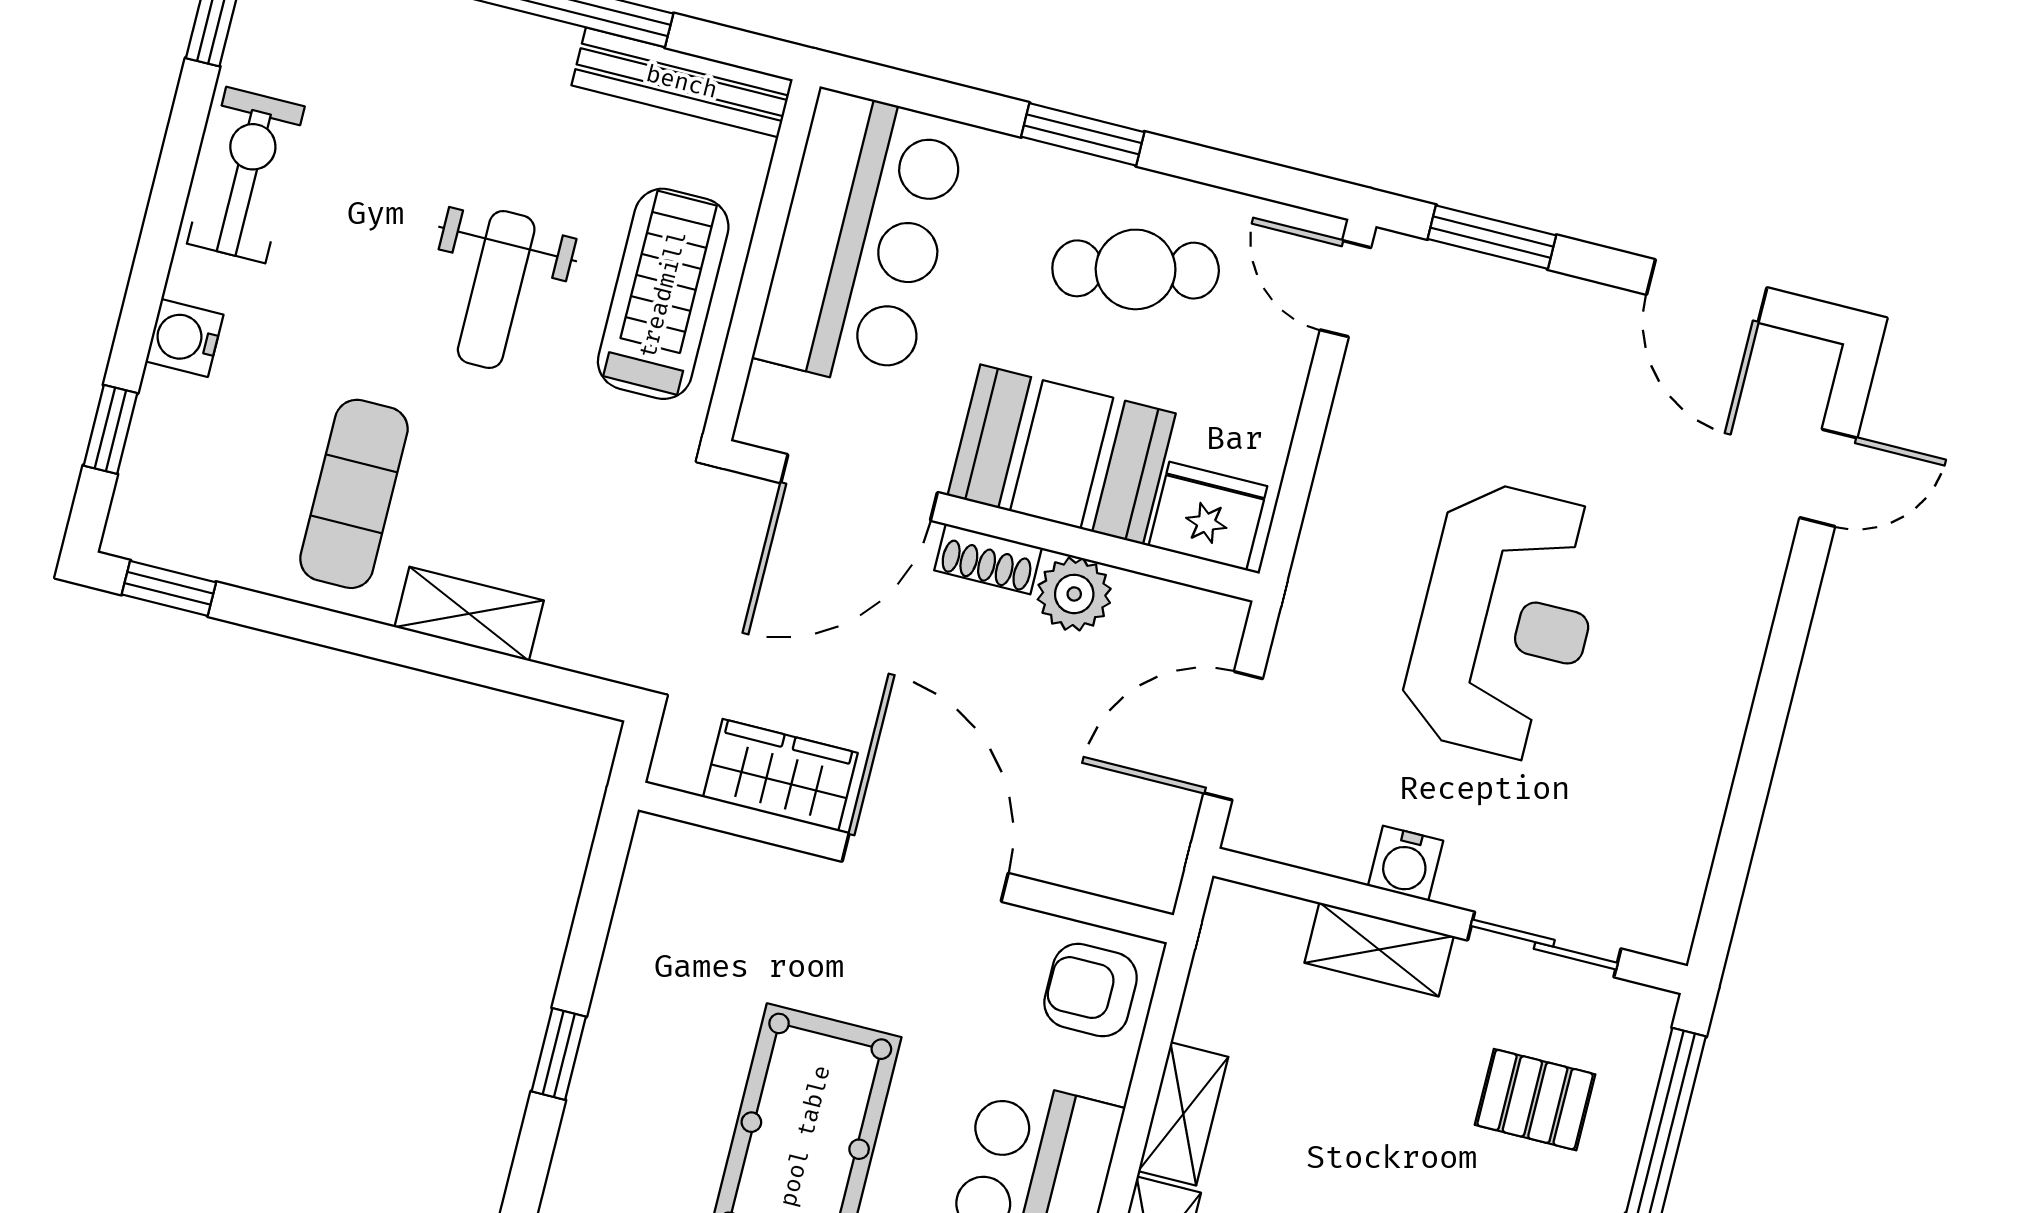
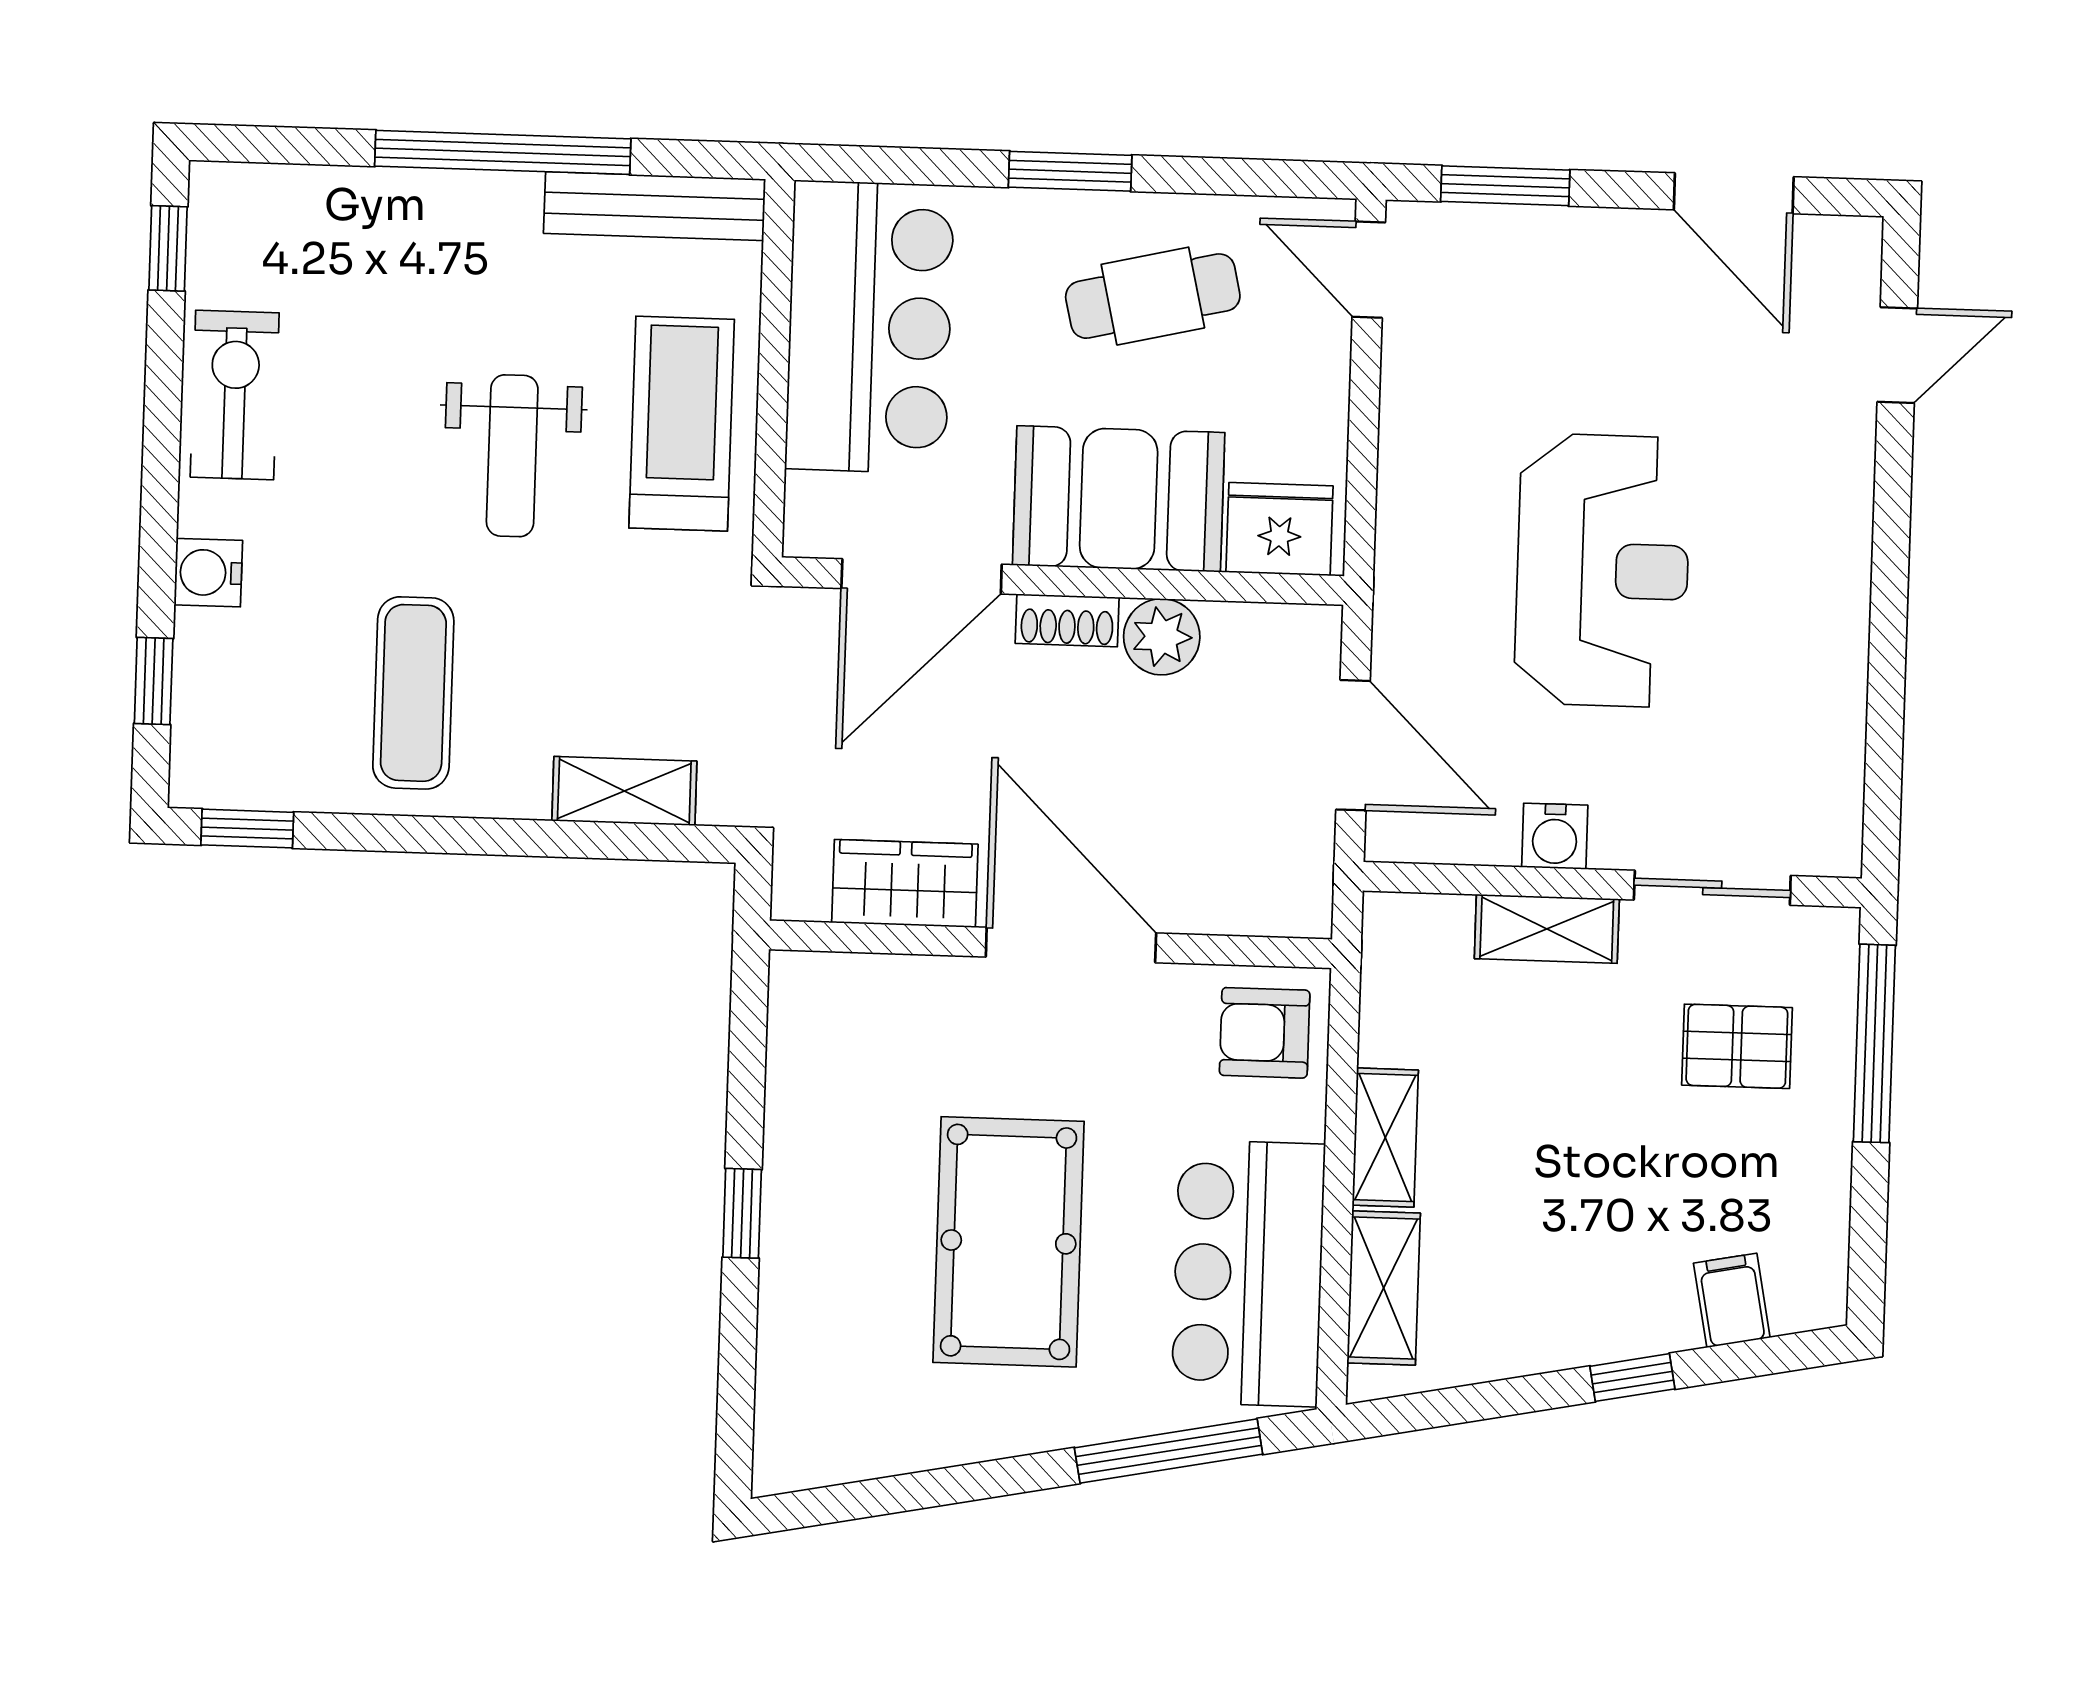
shelving: (469, 614) -> (624, 791), moved
door: (1233, 736) -> (1353, 745), swing flipped

